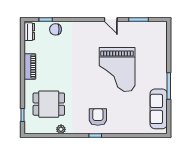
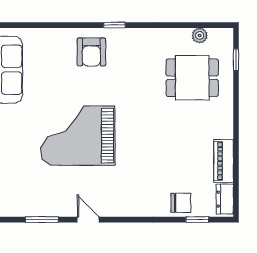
piano: (30, 66) -> (224, 161), moved
grand piano: (117, 70) -> (78, 136), turned -90
armchair: (98, 117) -> (91, 52), moved
plant: (61, 129) -> (200, 35), moved

